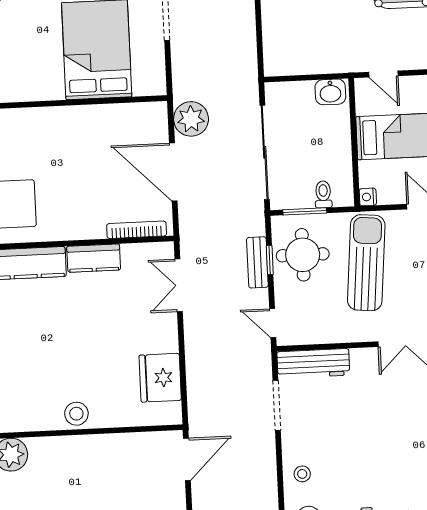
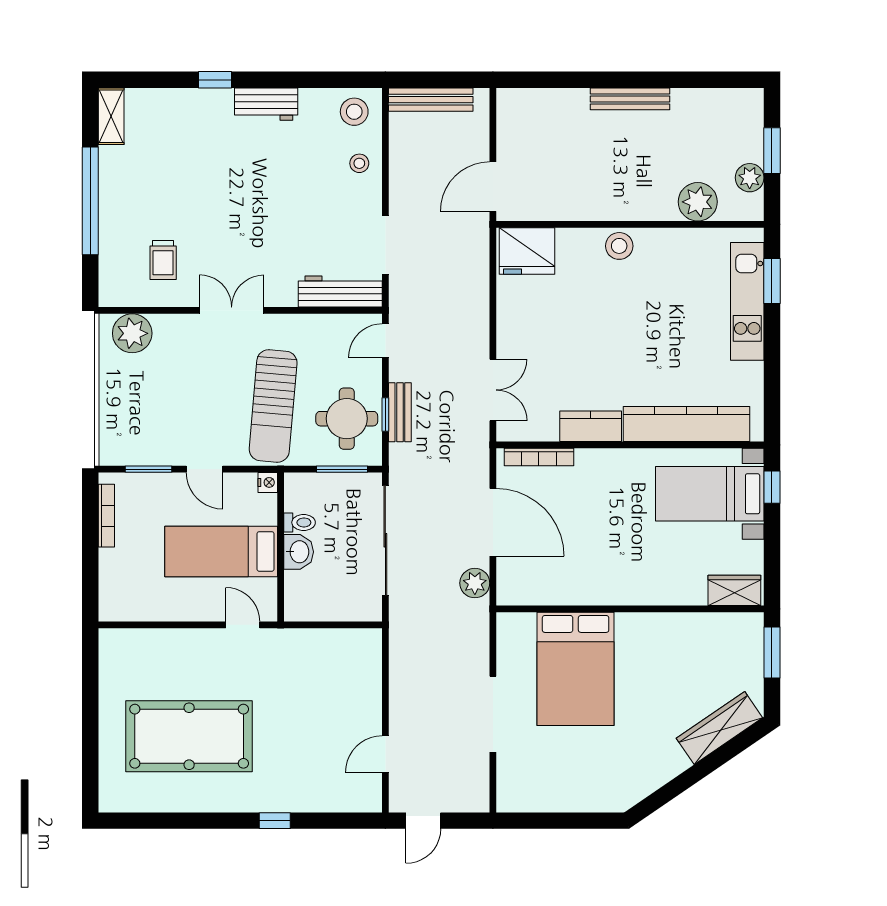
washbasin: (330, 92) -> (299, 552), moved, turned 90
plant: (191, 119) -> (475, 583), width x0.73, depth x0.73
toilet: (323, 194) -> (299, 522), moved, turned -90
door: (273, 323) -> (385, 341), swing flipped
fridge: (160, 378) -> (527, 251), moved, turned 90

